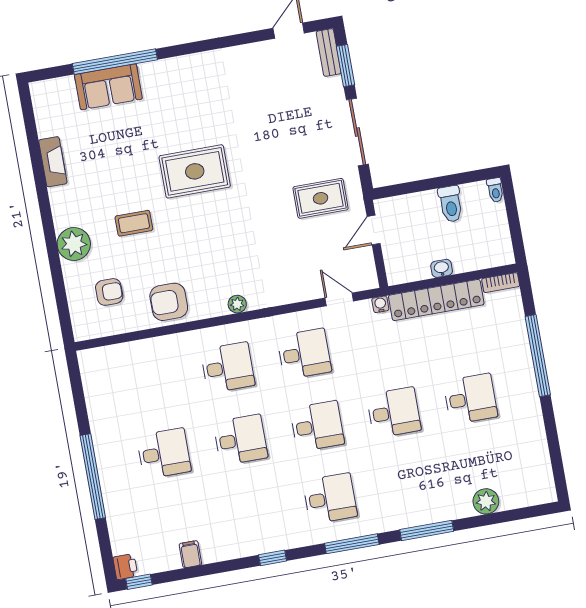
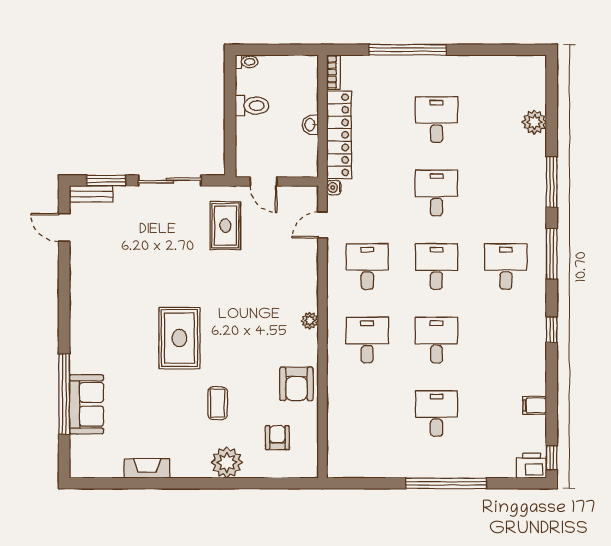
printer: (125, 567) -> (531, 466), width x1.36, depth x1.24

